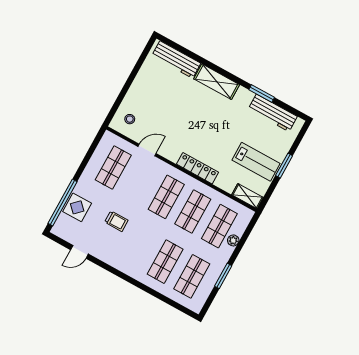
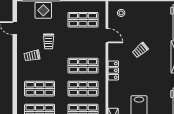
trolley: (185, 121) -> (140, 50), added
locker: (197, 168) -> (113, 70), width x0.66
trolley: (122, 249) -> (32, 56), added

